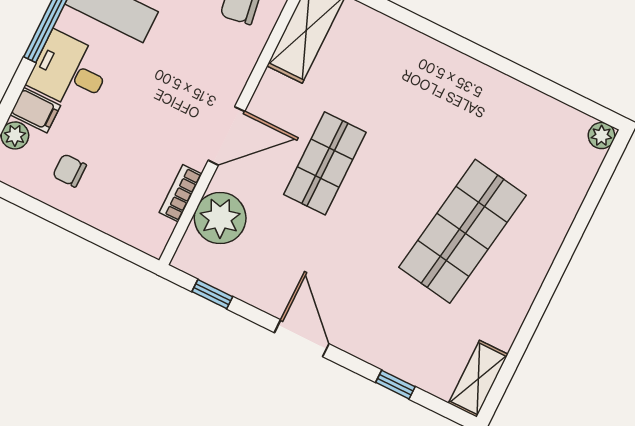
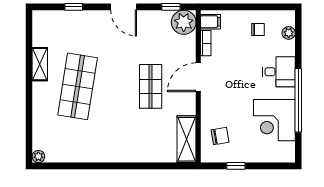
filing cabinet: (35, 110) -> (210, 22), moved, turned 180
plant: (220, 218) -> (184, 22), moved
shelving: (478, 379) -> (40, 64), moved

